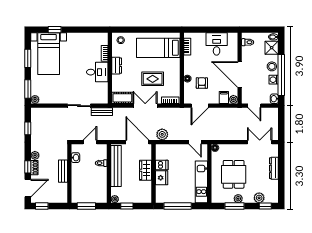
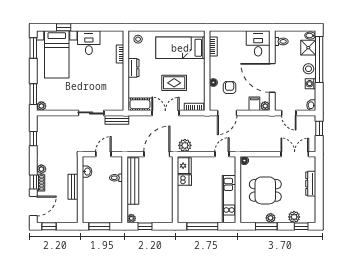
desk: (217, 44) -> (258, 43), moved
window: (28, 58) -> (33, 48), moved
desk: (97, 72) -> (89, 43), moved, turned -90
window: (281, 75) -> (319, 60), moved
window: (281, 119) -> (319, 128), added
door: (137, 142) -> (157, 154), hinge flipped
door: (195, 142) -> (222, 154), swing flipped
wardrobe: (146, 170) -> (166, 186), removed
dining table: (234, 174) -> (265, 190), turned 90
fridge: (162, 178) -> (184, 166), moved

